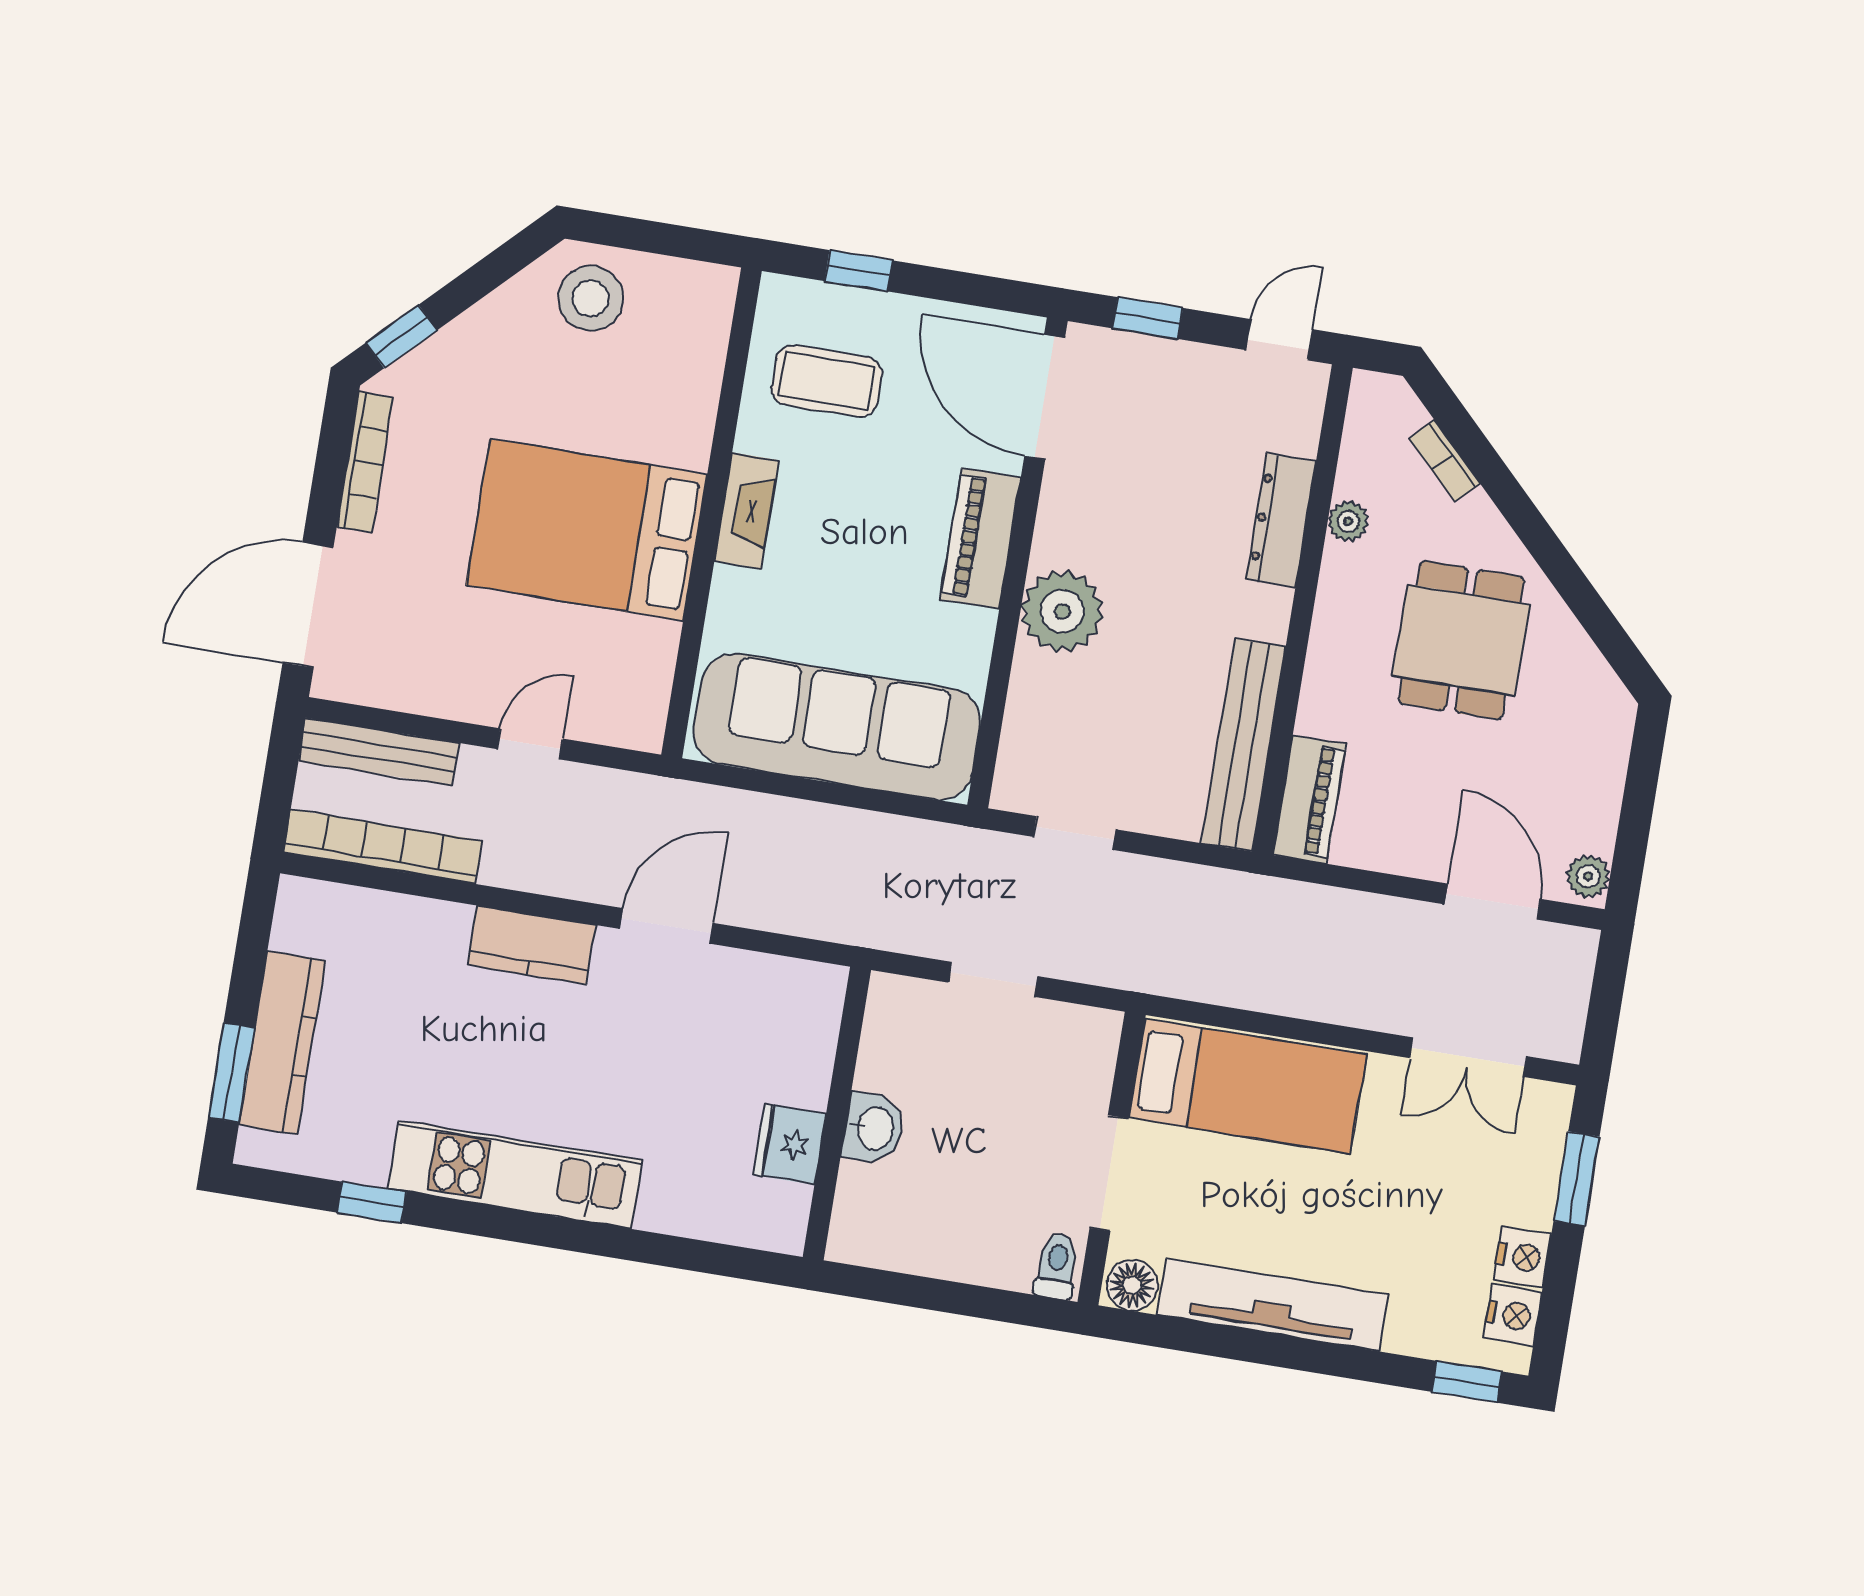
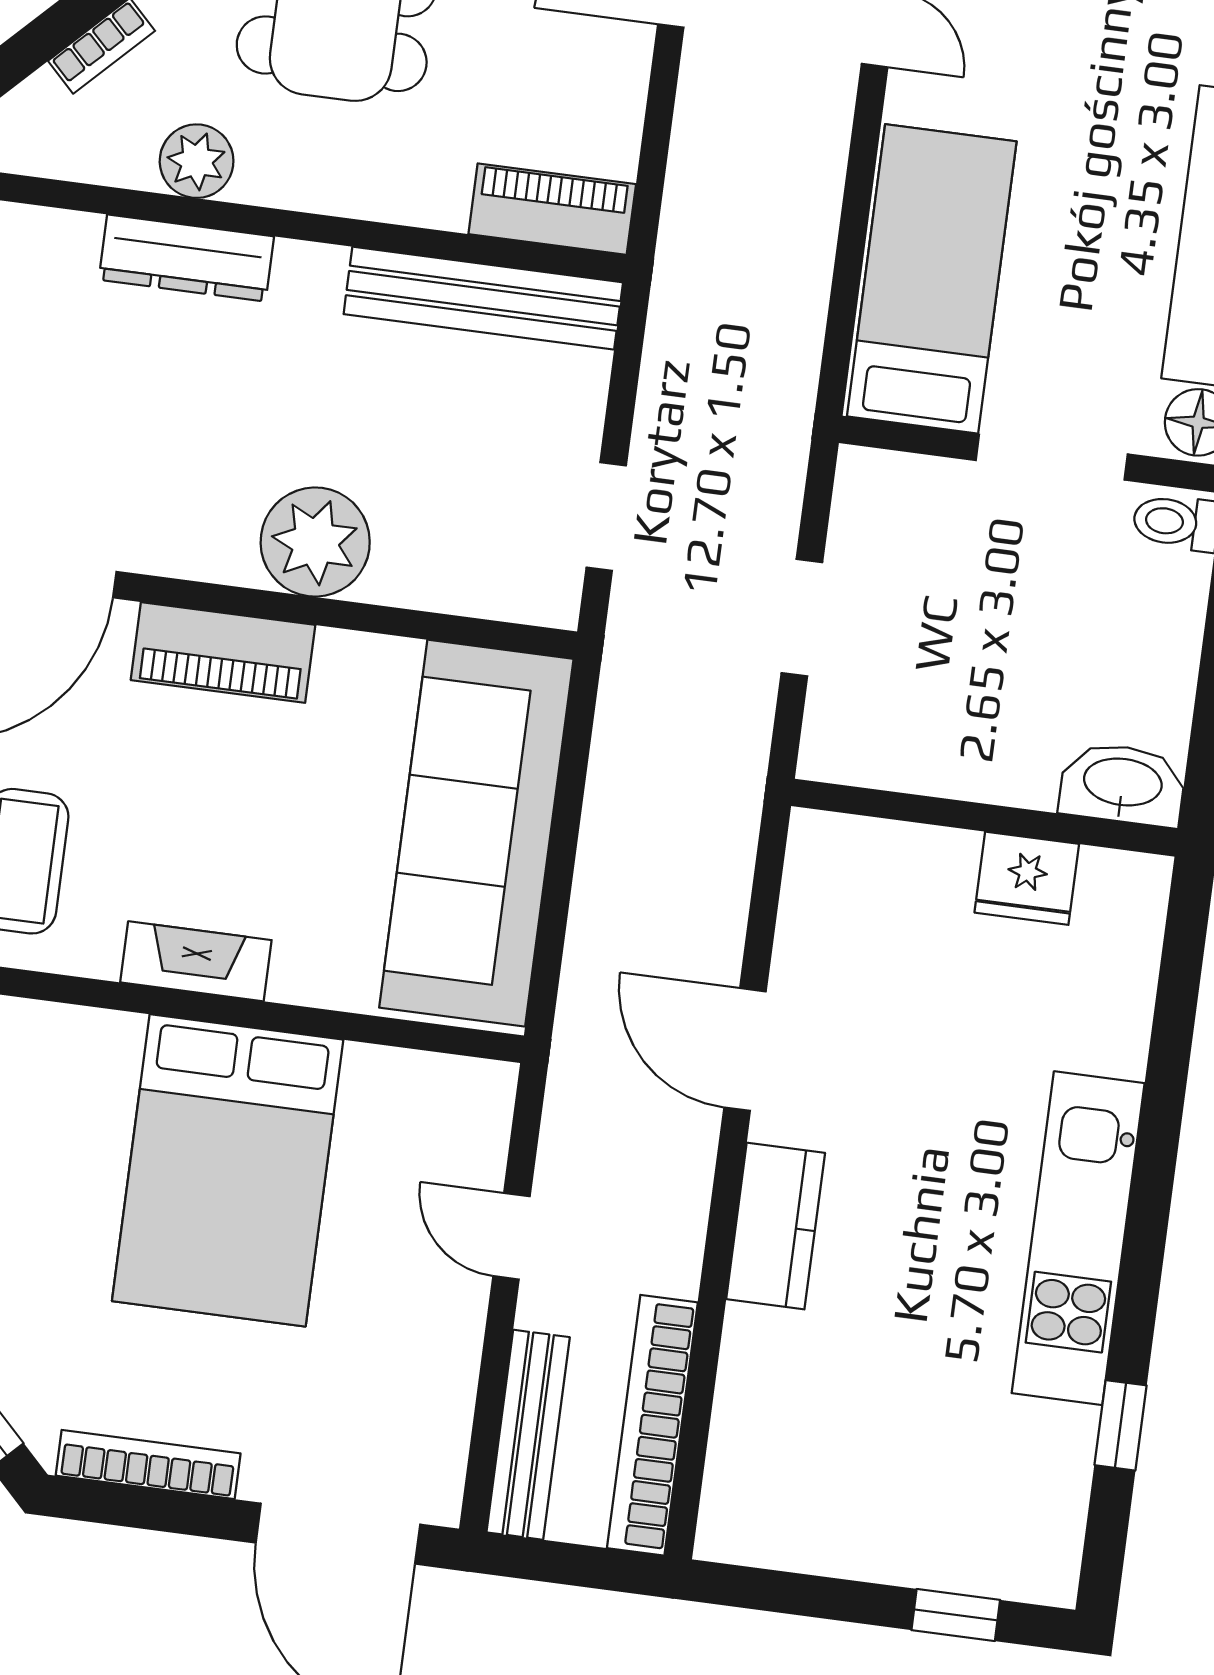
plant: (1348, 521) -> (197, 161), width x1.38, depth x1.38
kitchen counter: (282, 1043) -> (914, 1550), removed
window: (231, 1073) -> (956, 1615), width x0.67
washbasin: (874, 1128) -> (1123, 784), moved, width x1.38

